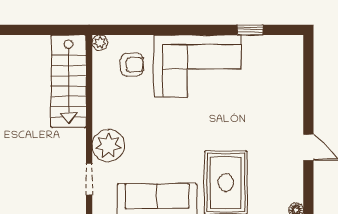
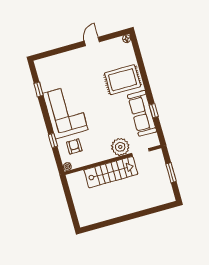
window: (153, 30) -> (53, 140), added
stairs: (69, 81) -> (111, 172), moved

